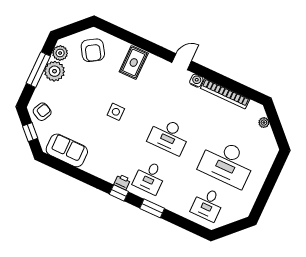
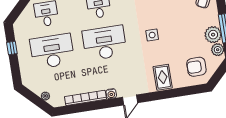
armchair: (93, 50) -> (196, 67), turned -58
desk: (169, 136) -> (105, 43), width x1.36, depth x1.30
window: (265, 193) -> (12, 48), added

